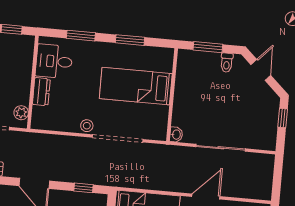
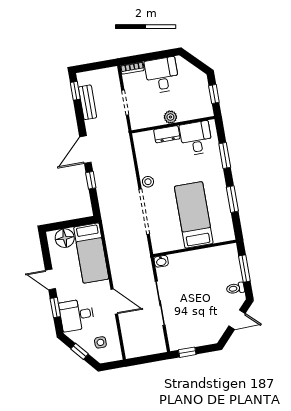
plant: (21, 113) -> (170, 117), moved
window: (283, 118) -> (187, 352), moved
window: (83, 188) -> (91, 180), moved

